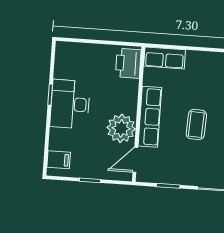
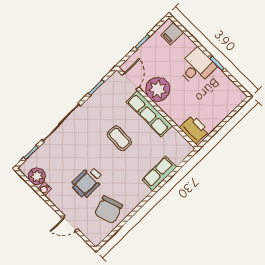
row of seats: (165, 58) -> (159, 173), moved
desk: (70, 104) -> (197, 67), width x0.73

